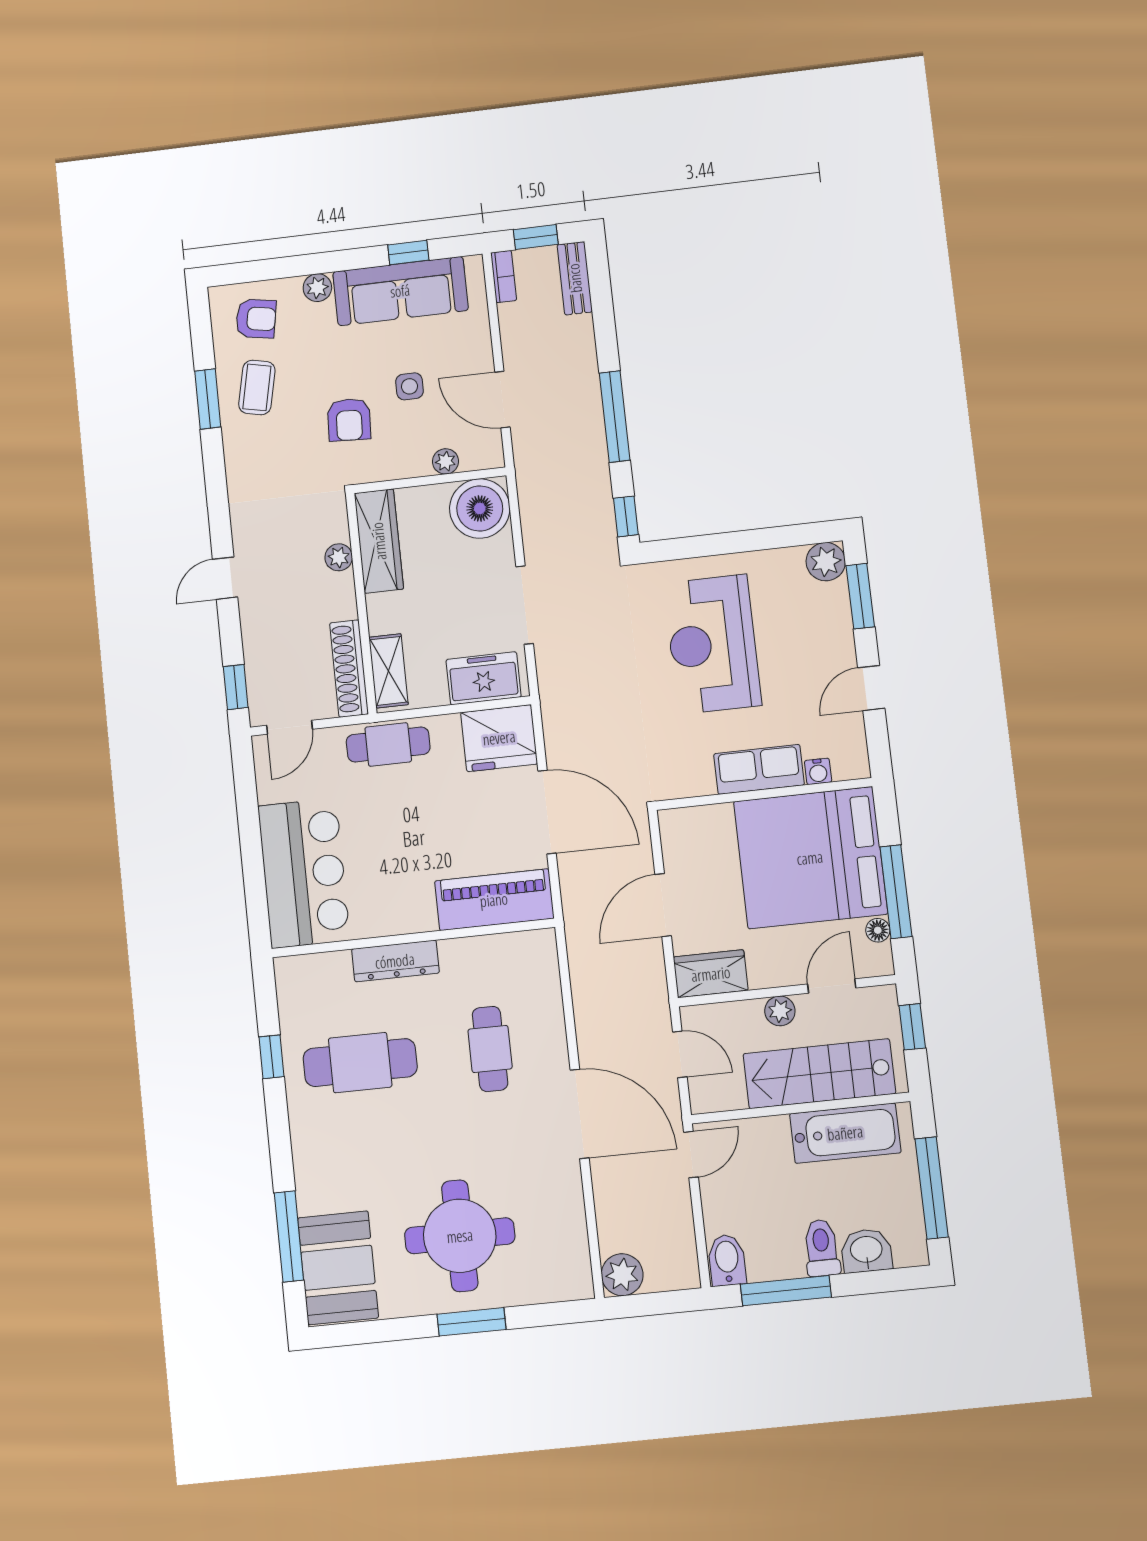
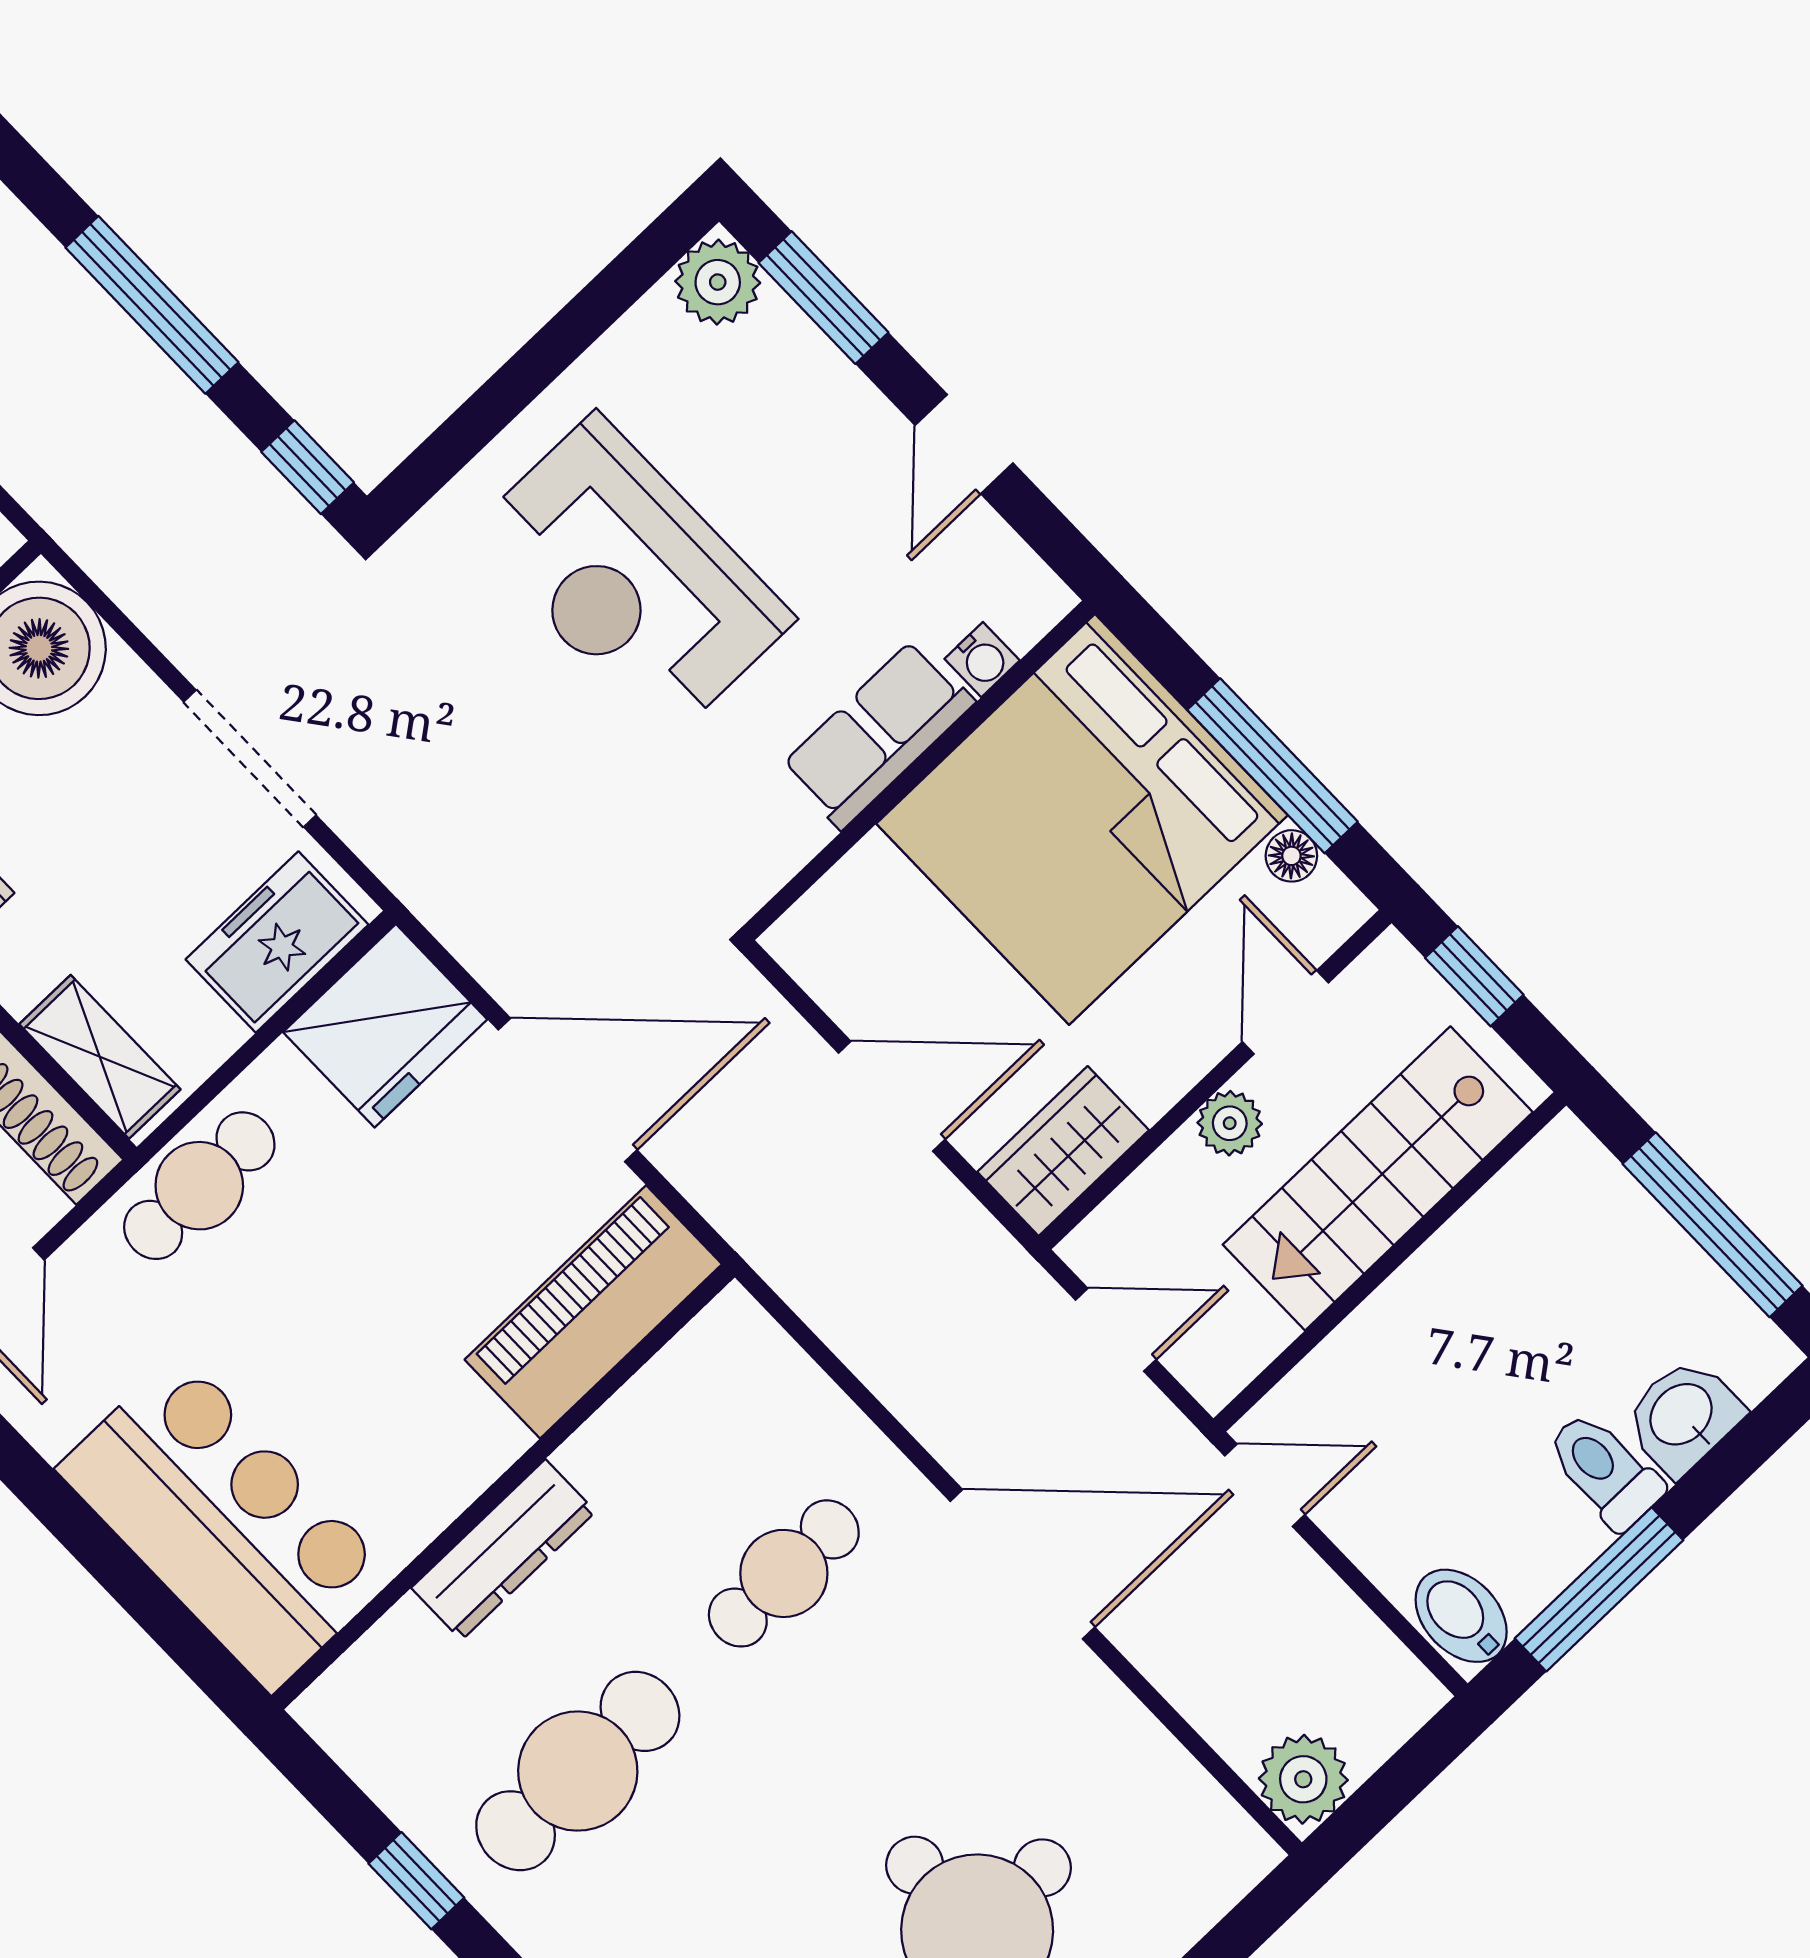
door: (663, 905) -> (892, 1096), swing flipped
cafe table: (490, 1049) -> (784, 1573), turned 90
bathtub: (845, 1133) -> (1498, 1245), removed
door: (691, 1155) -> (1265, 1485), hinge flipped

